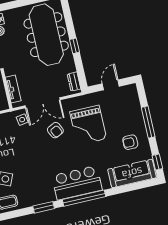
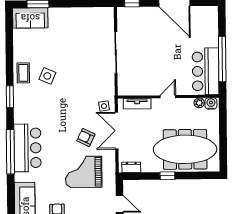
armchair: (55, 130) -> (86, 137), turned 52
window: (44, 207) -> (10, 97), moved

